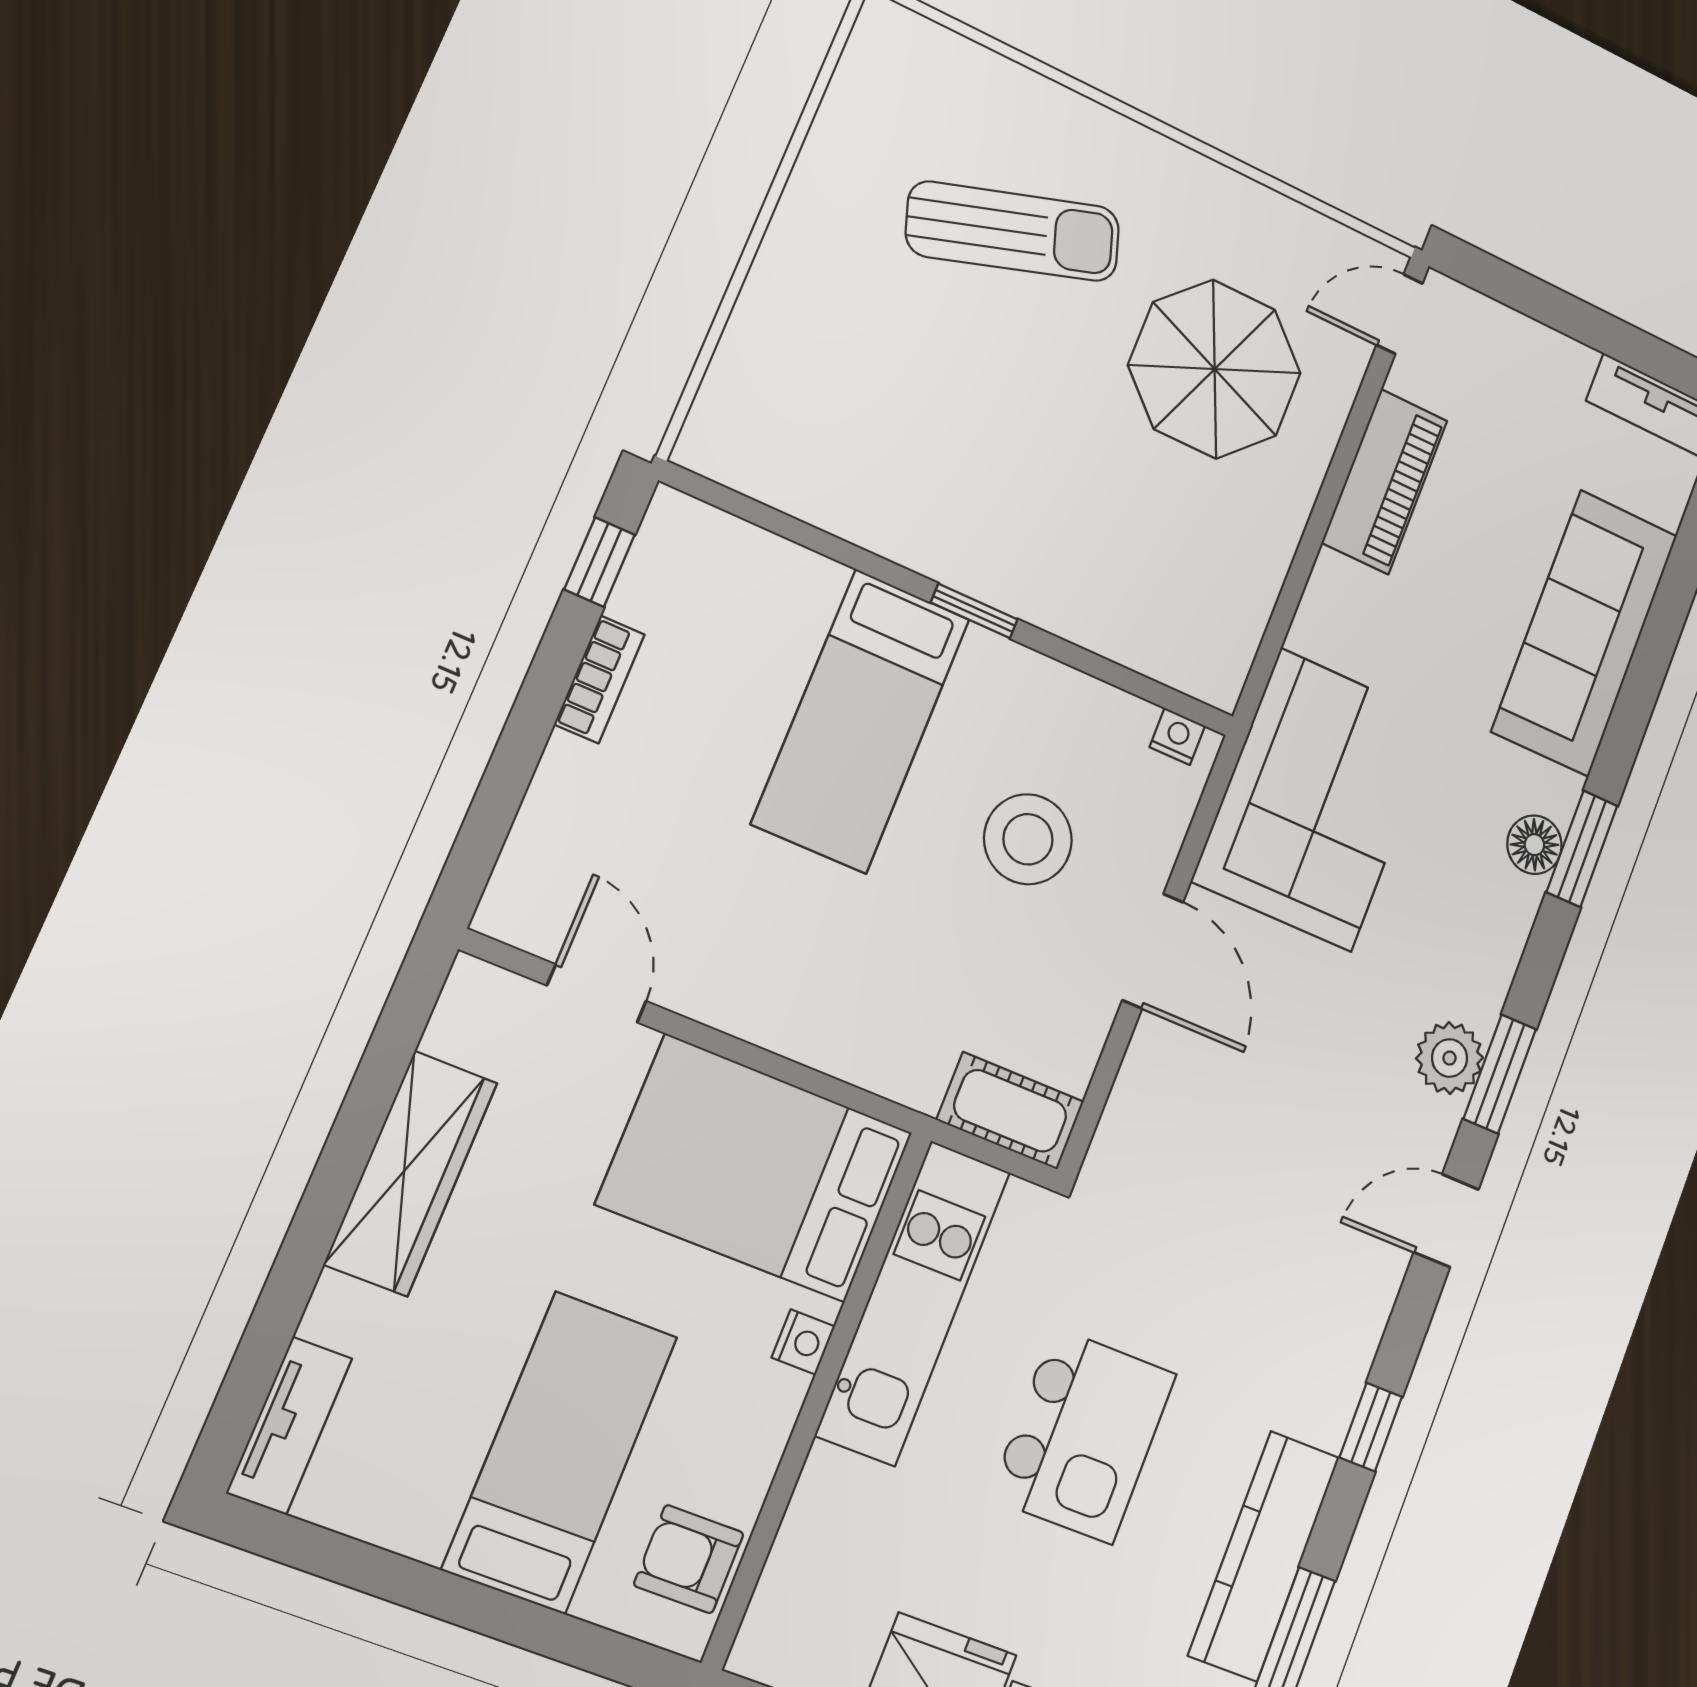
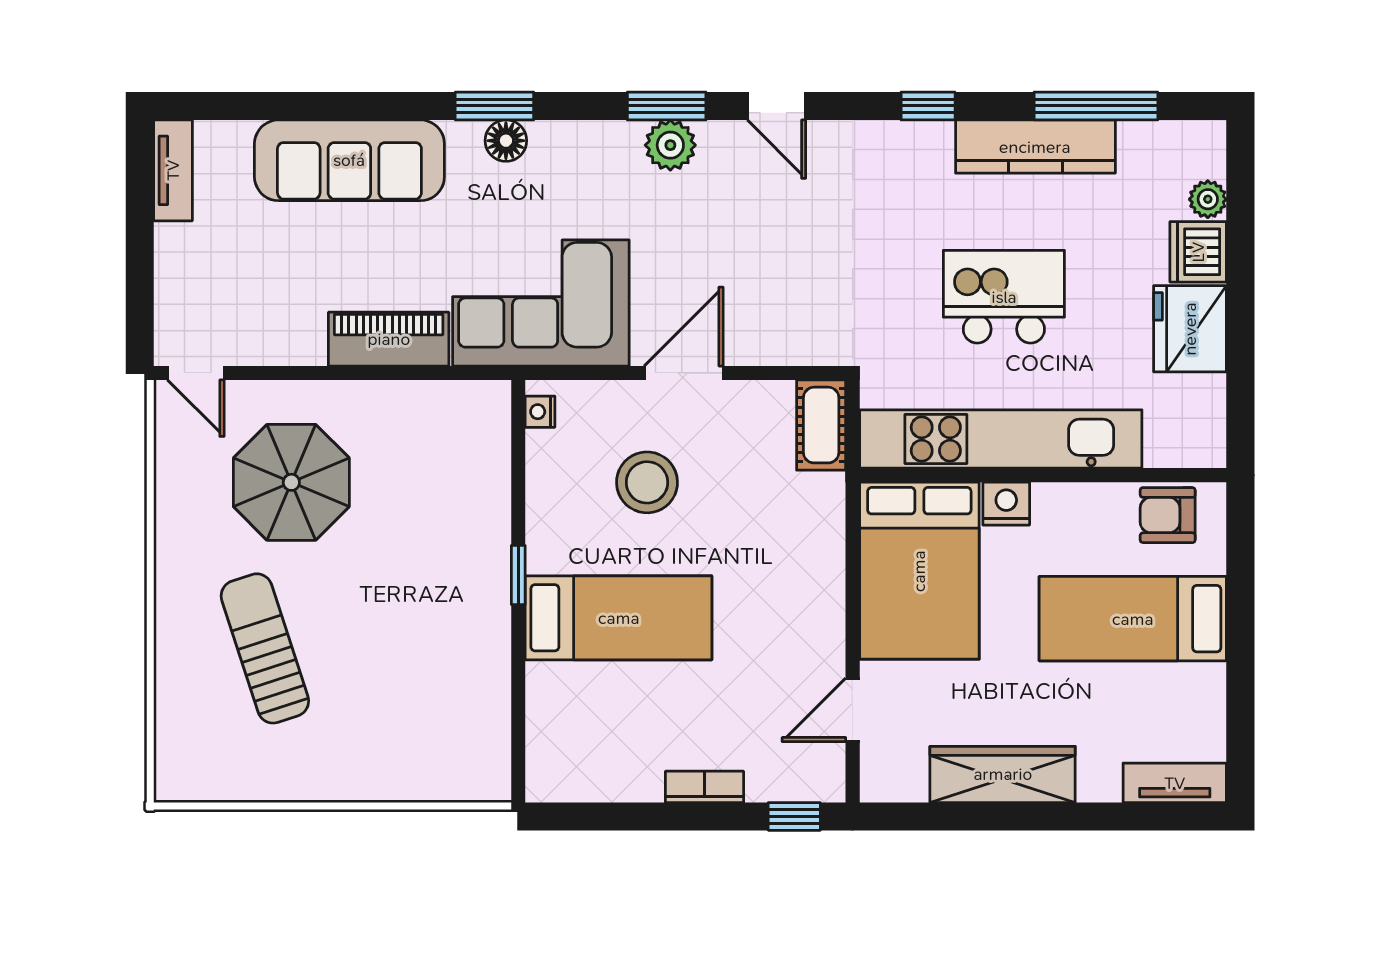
piano: (1385, 482) -> (389, 339), moved
window: (599, 562) -> (794, 816), moved
bookcase: (599, 679) -> (705, 787), moved
kitchen unit: (913, 1303) -> (1001, 439), width x1.36
nightstand: (803, 1342) -> (1006, 504), width x1.39, depth x1.35
armchair: (689, 1559) -> (1168, 515), turned 90

